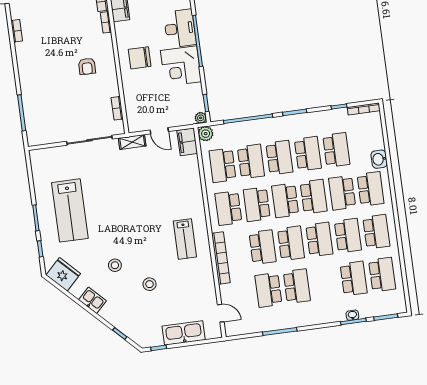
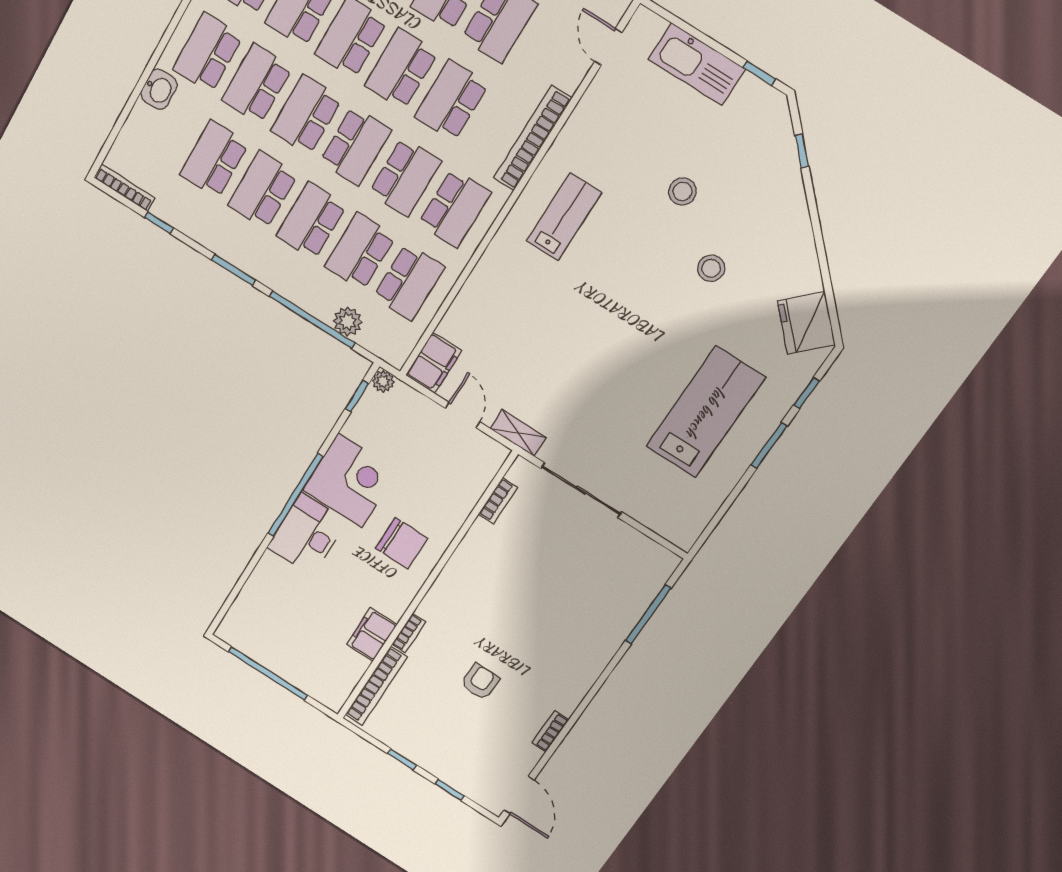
armchair: (87, 66) -> (480, 682), moved
plant: (206, 134) -> (348, 322), moved
school desk: (342, 193) -> (257, 84), turned 180
kitchen sink: (92, 300) -> (797, 242), removed

